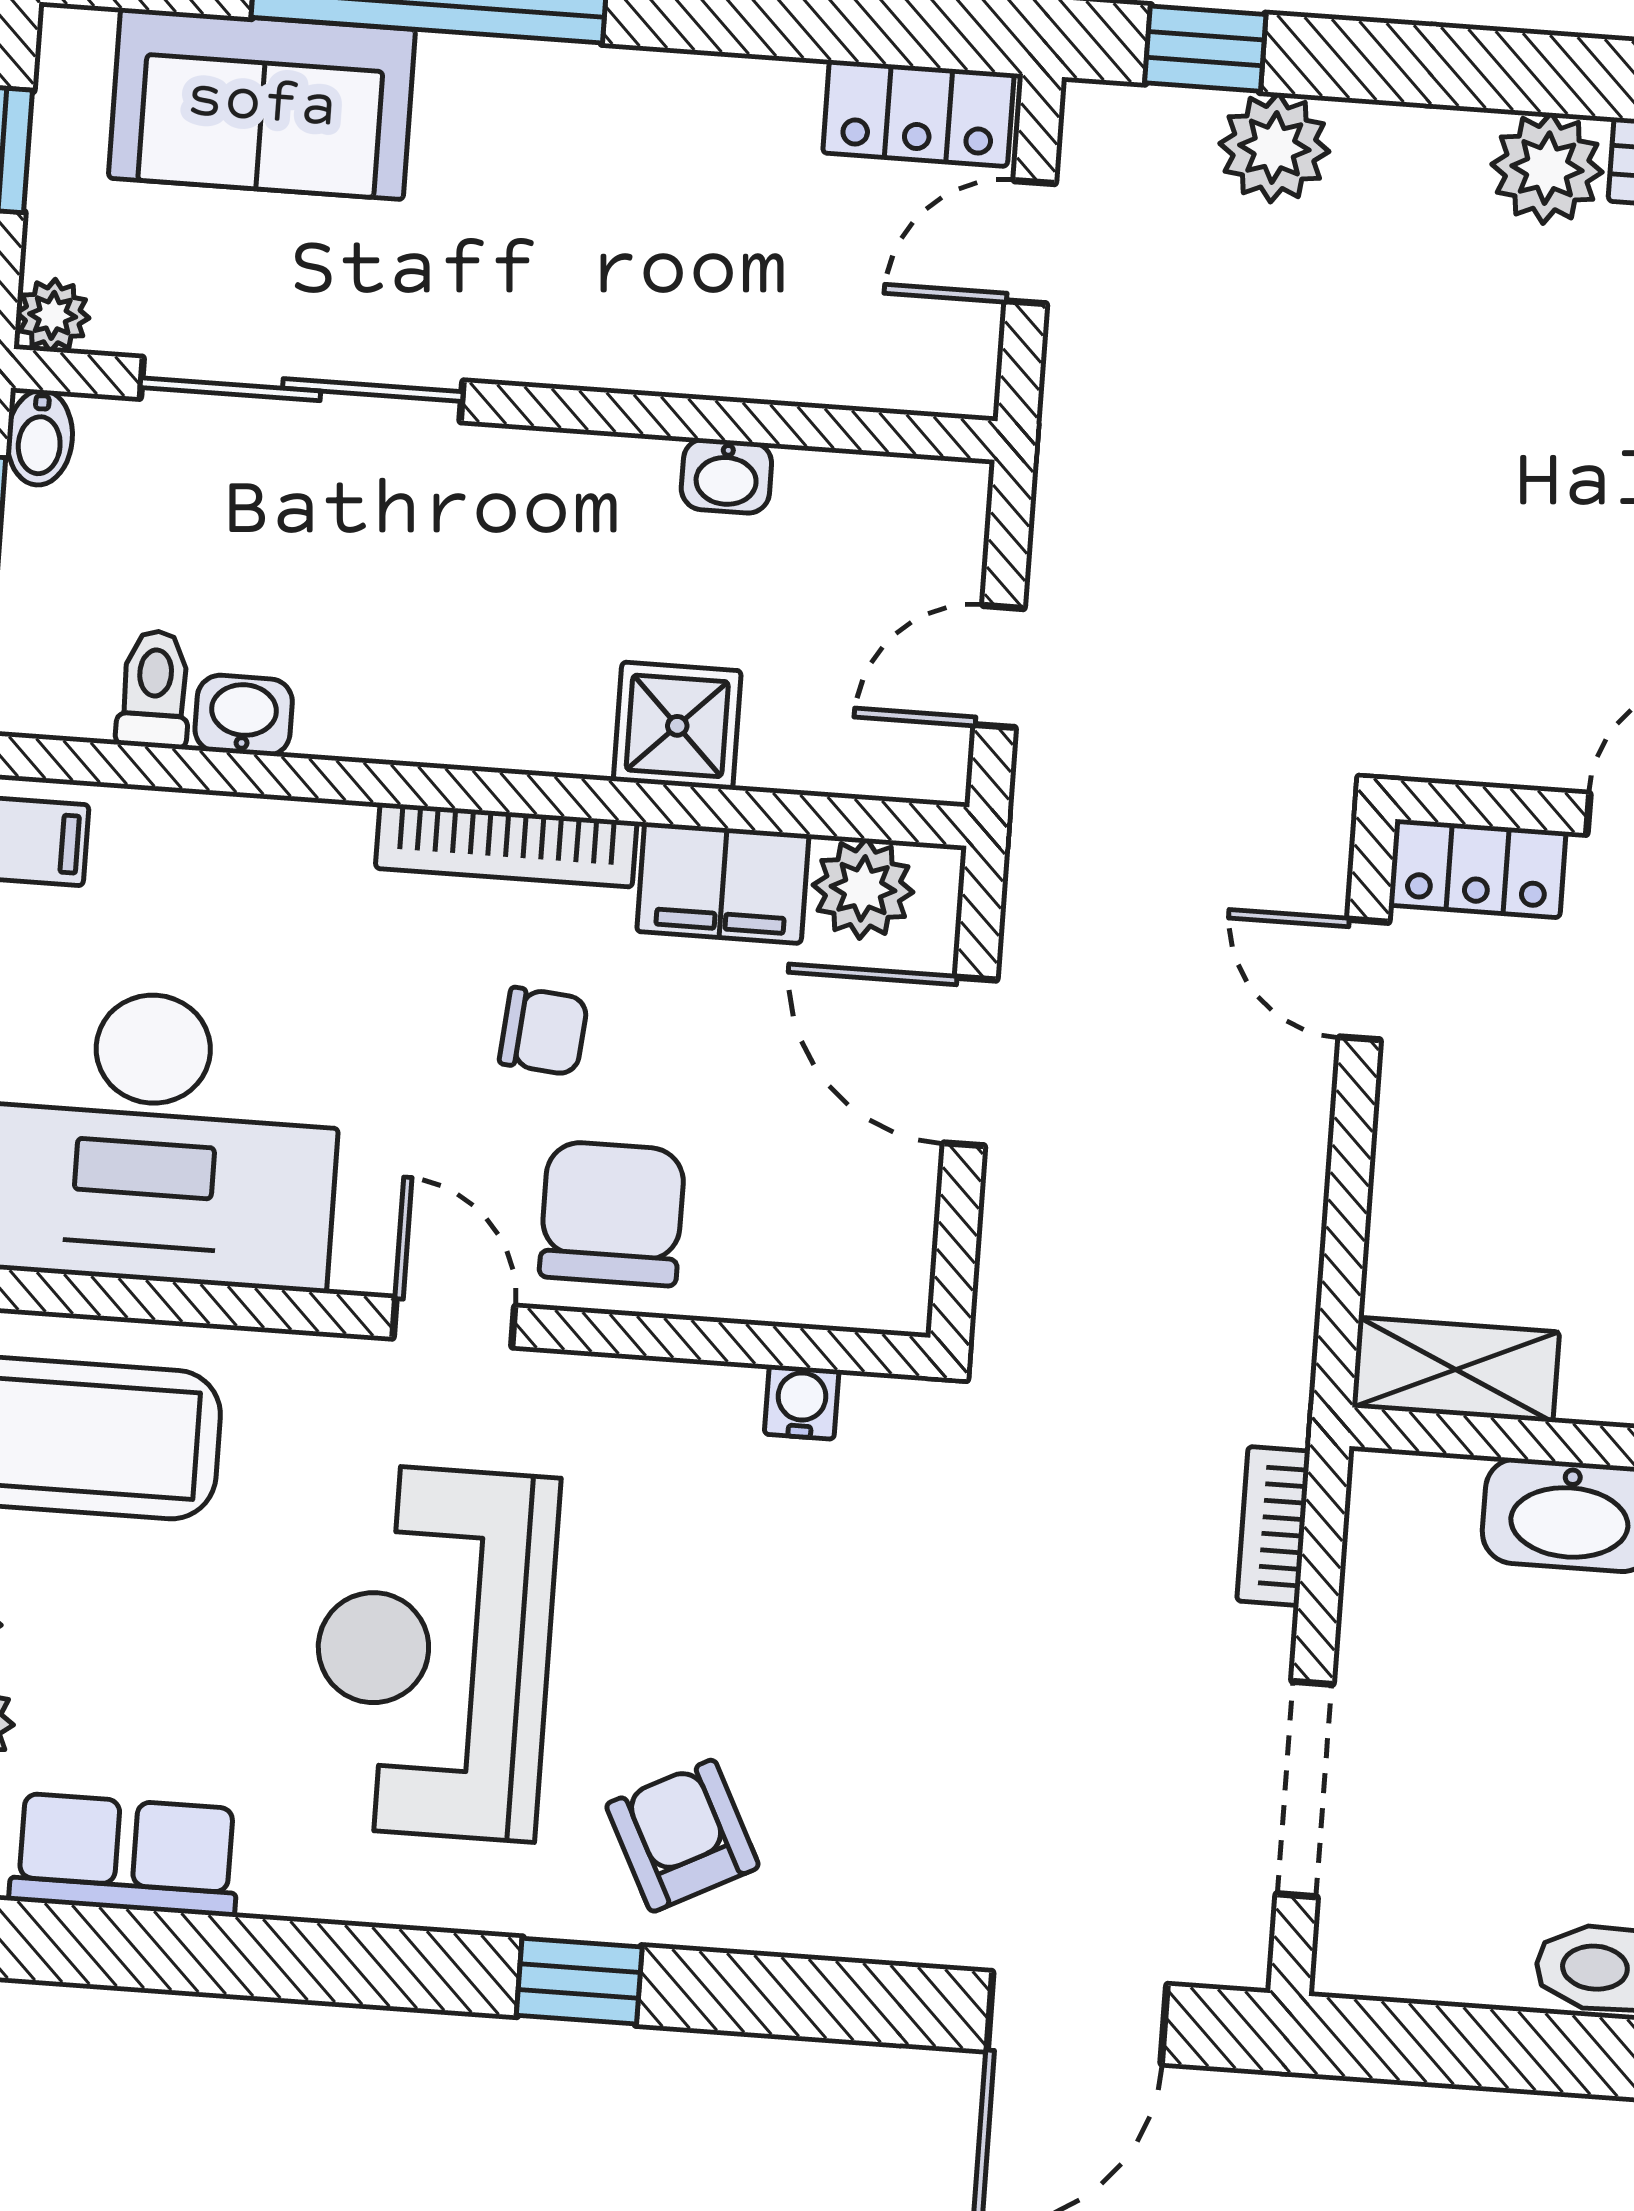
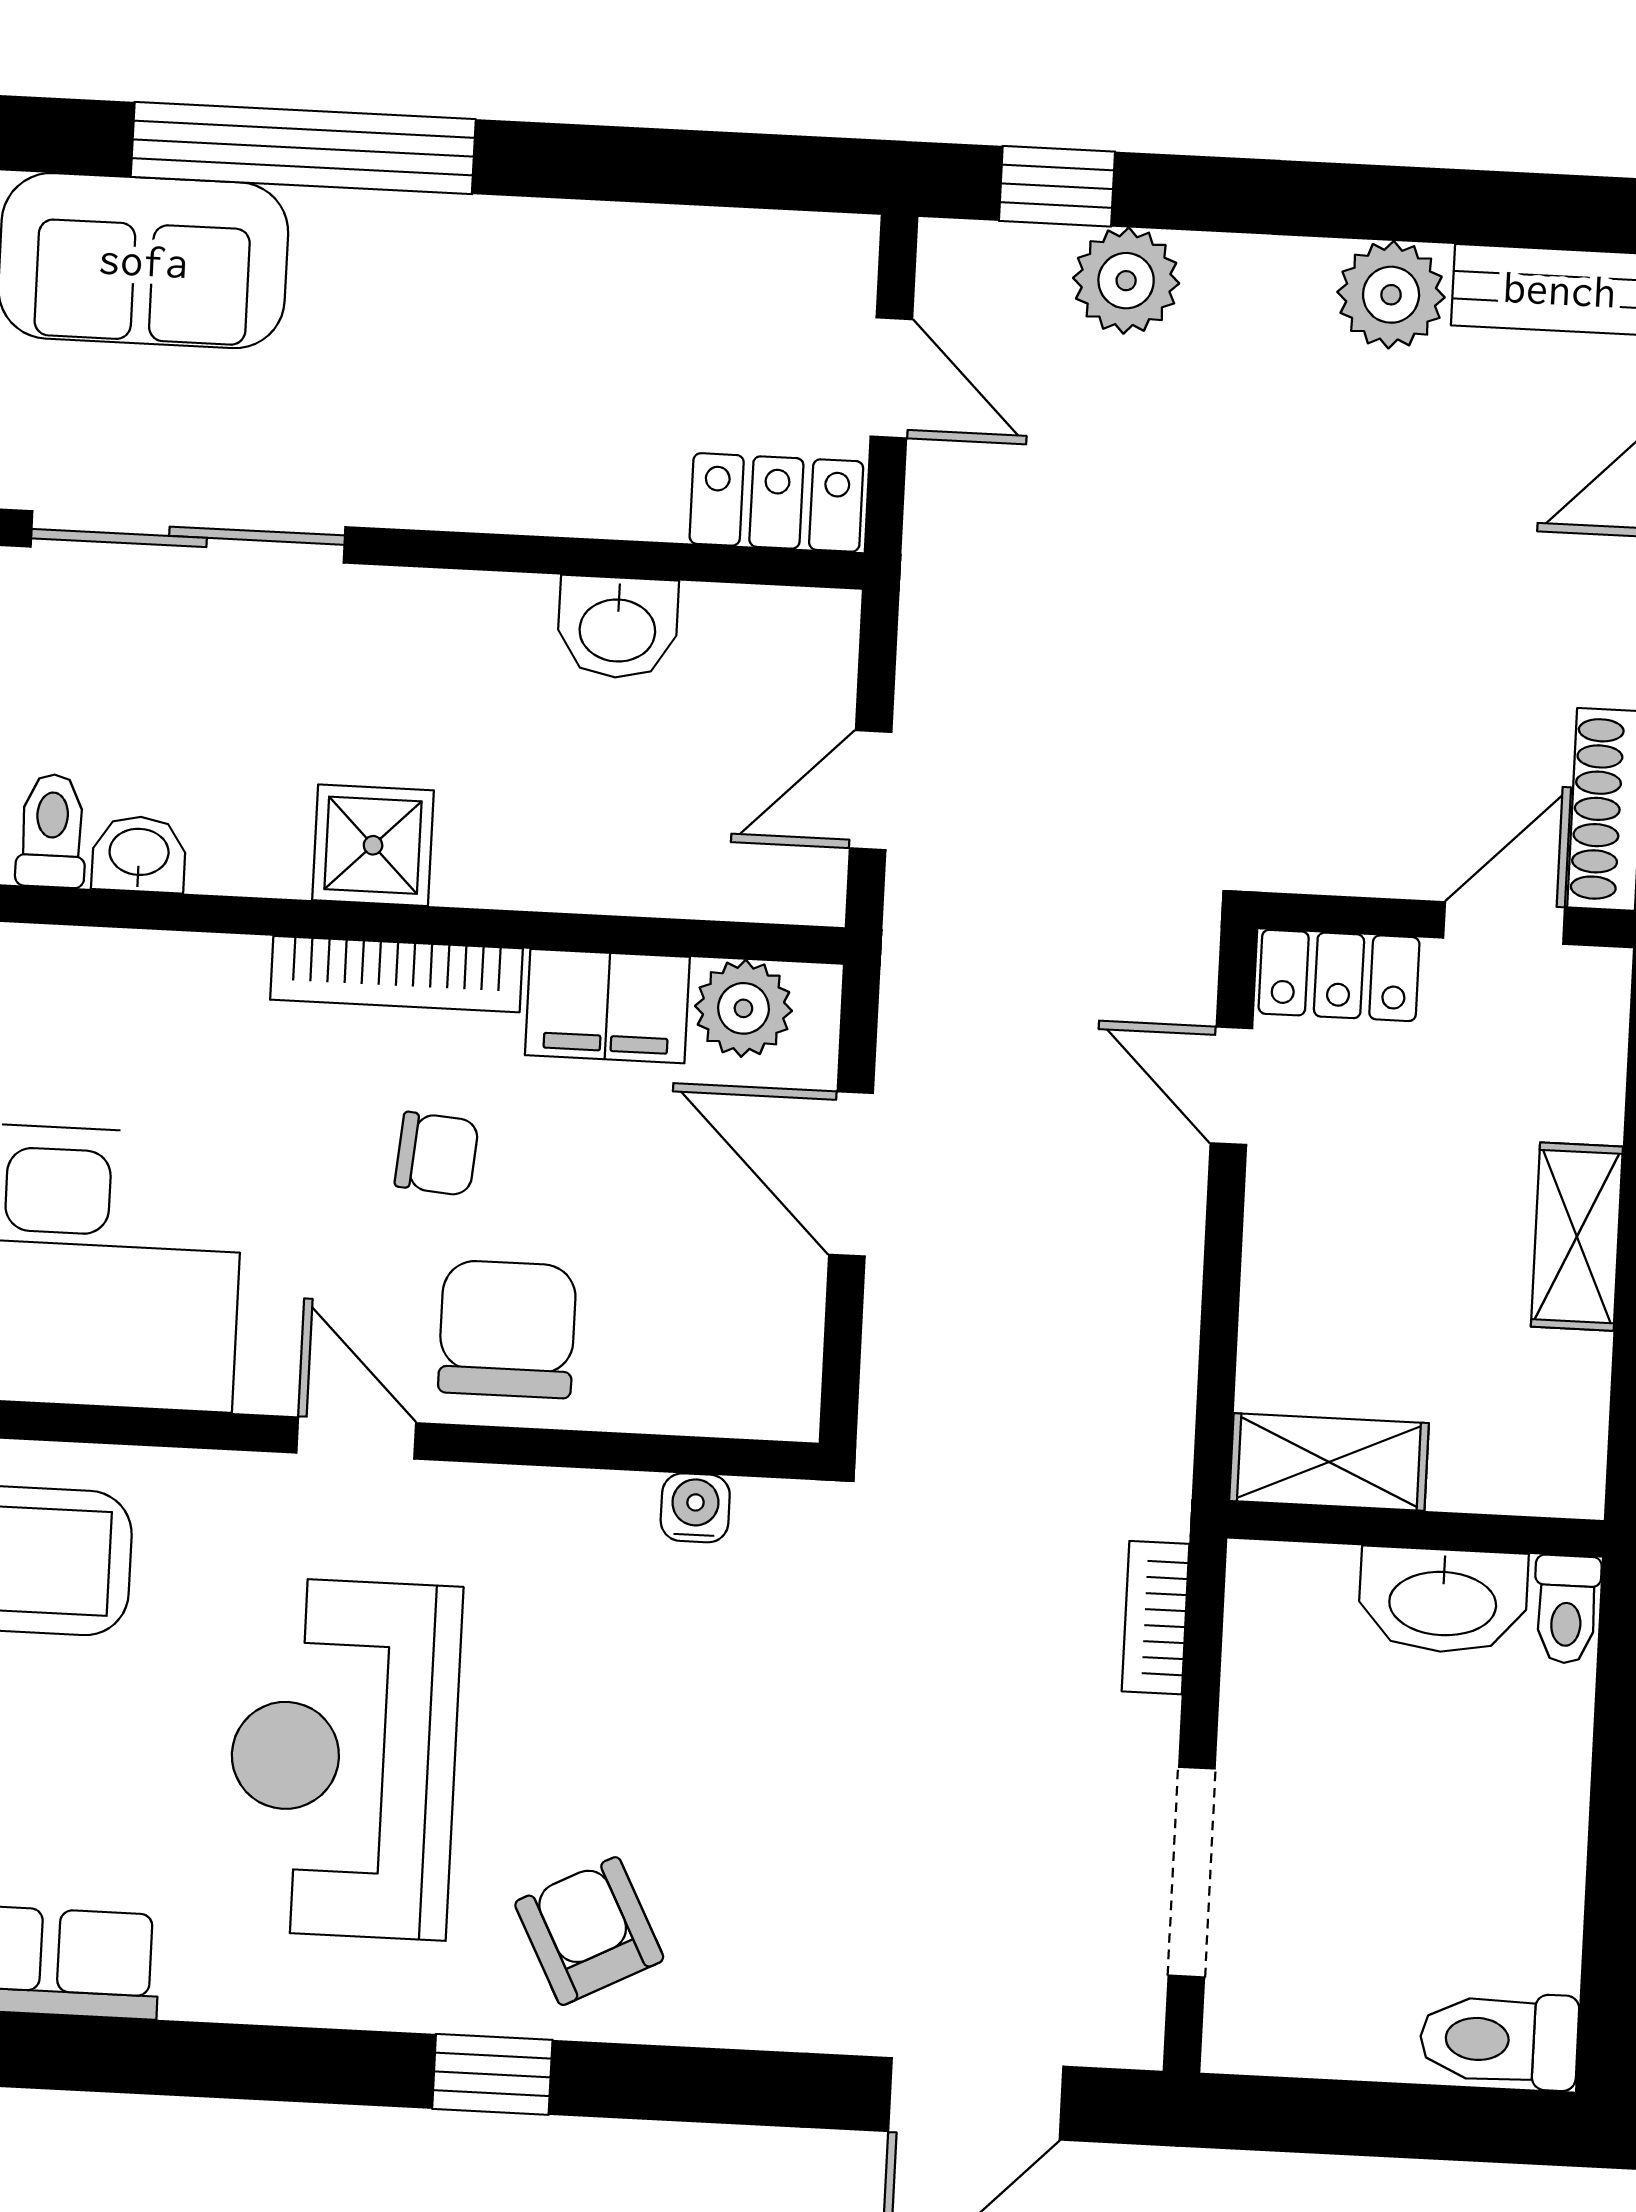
locker: (918, 113) -> (776, 502), moved, turned 180
door: (1030, 242) -> (891, 378), swing flipped
washbasin: (726, 476) -> (618, 628), width x1.38, depth x1.45
shower: (677, 726) -> (373, 845), moved

